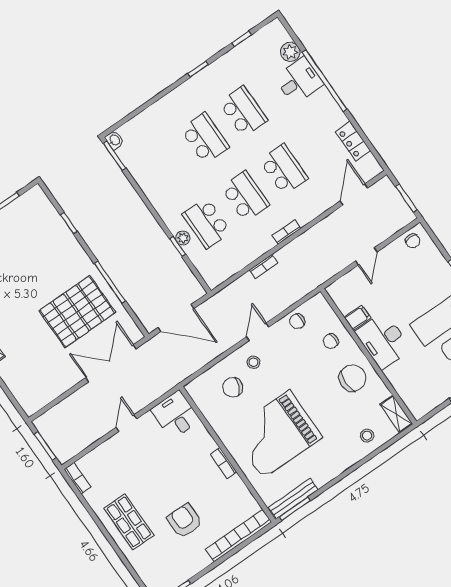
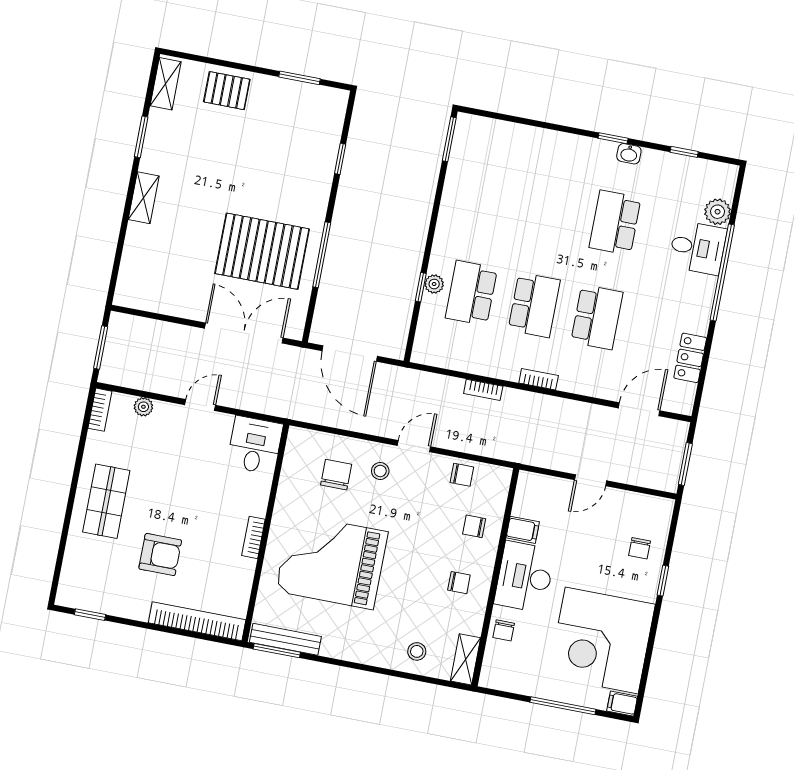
school desk: (243, 111) -> (615, 223), turned 180
school desk: (205, 138) -> (552, 211), removed
washbasin: (115, 140) -> (629, 154), moved, turned 90
chair: (413, 241) -> (640, 548), moved
chair: (297, 321) -> (462, 475), turned 180
chair: (353, 378) -> (459, 583), width x0.54, depth x0.54
chair: (401, 379) -> (504, 630), added
chair: (233, 387) -> (336, 475), turned 66
plant: (98, 454) -> (143, 407), added
armchair: (185, 521) -> (160, 555), turned 90

